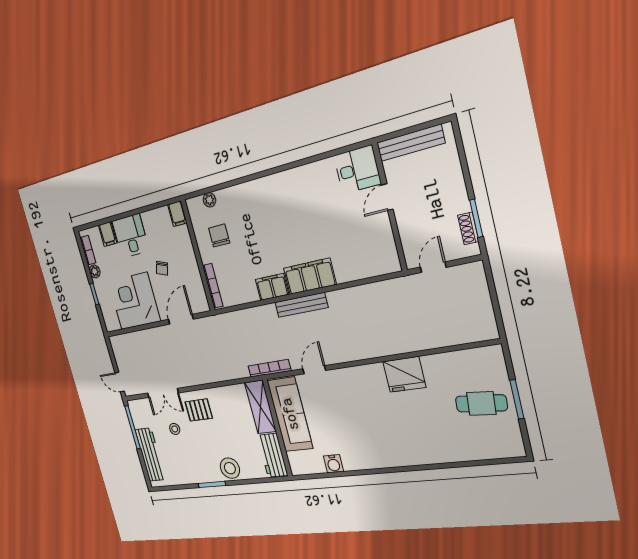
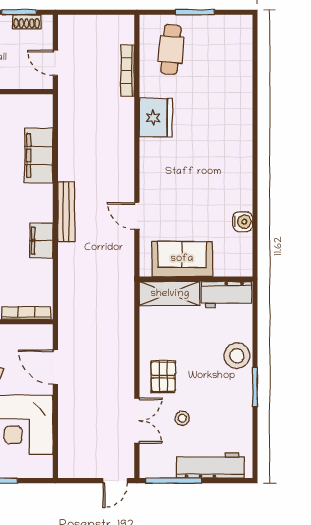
filing cabinet: (310, 276) -> (39, 156), moved
bookcase: (269, 368) -> (128, 71), moved
cafe table: (481, 403) -> (171, 49), moved
sofa: (290, 414) -> (182, 259), width x0.73

